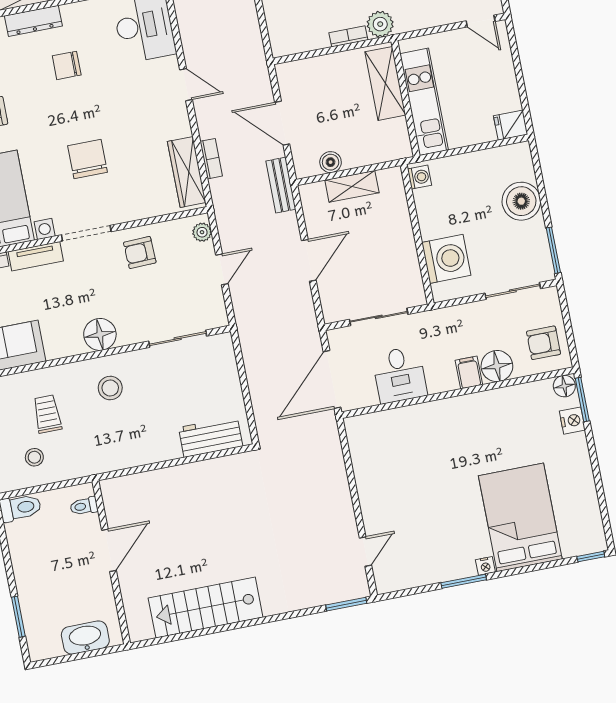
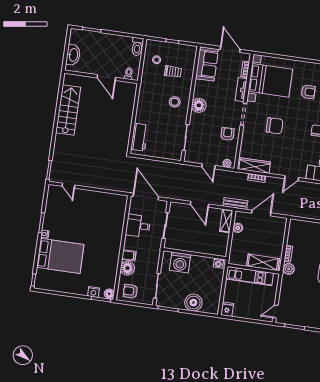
shelving: (352, 186) -> (226, 221), moved
armchair: (543, 343) -> (130, 291), turned -90

